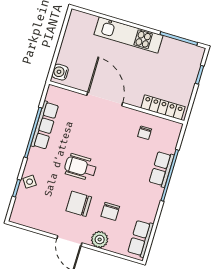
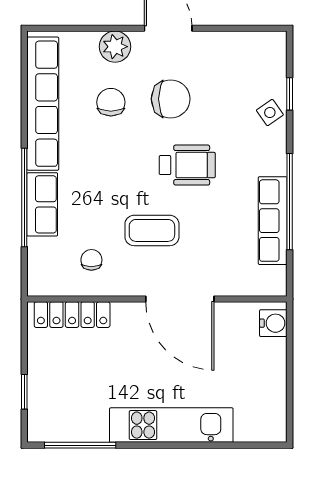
coffee table: (109, 139) -> (152, 230), added
row of seats: (141, 238) -> (43, 104), width x2.02

